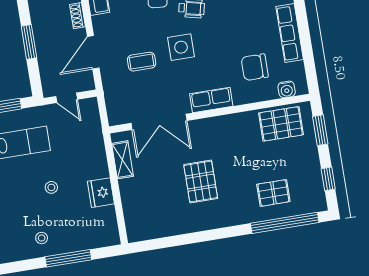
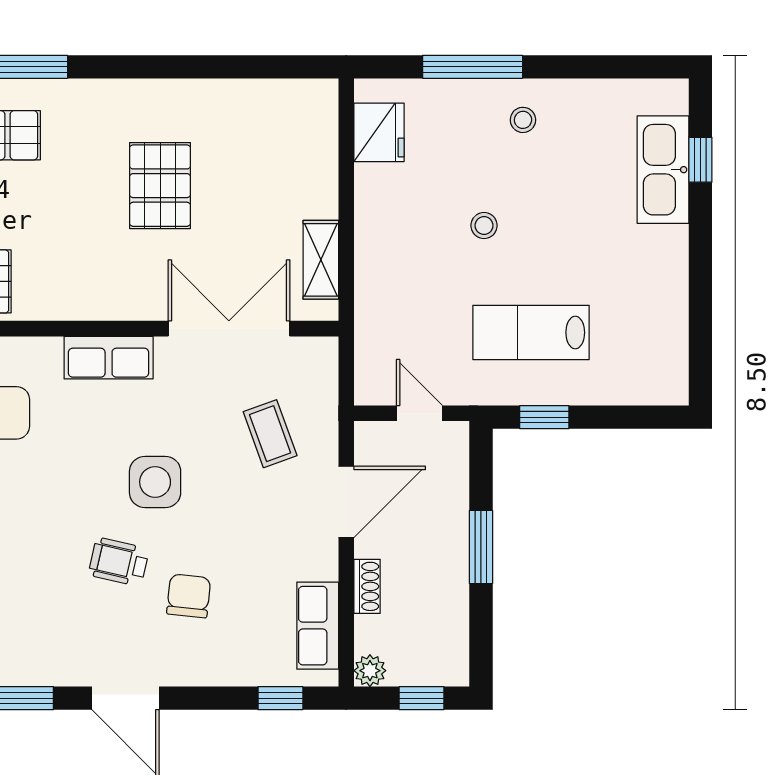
coffee table: (142, 62) -> (270, 434), moved, turned 70
fridge: (101, 193) -> (379, 132), moved

